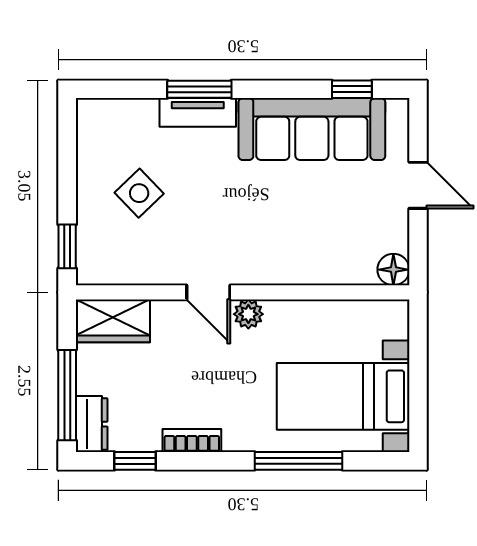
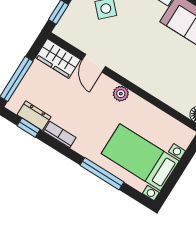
door: (208, 292) -> (94, 63), moved
dresser: (92, 424) -> (34, 116), moved, turned -90

